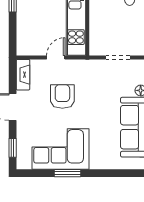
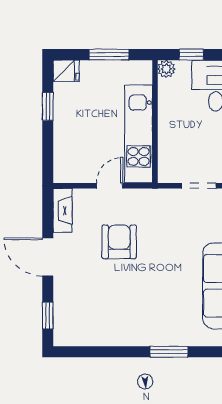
corner sofa: (61, 149) -> (116, 317), removed
window: (67, 173) -> (169, 352), moved

